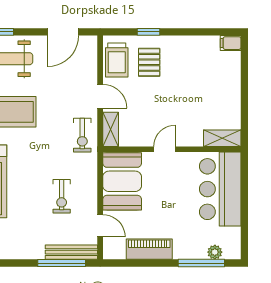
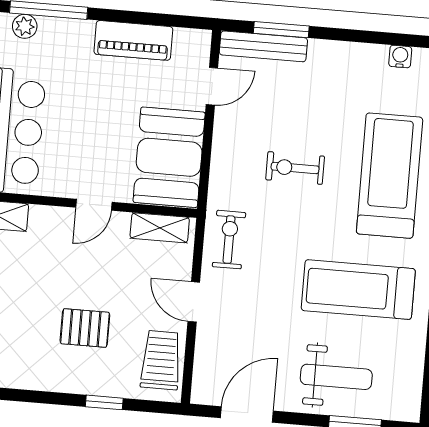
pallet: (149, 62) -> (85, 328), moved, turned 90
shelving: (111, 129) -> (160, 228), moved, turned 90
exercise bike: (62, 196) -> (295, 168), moved, turned -90
door: (100, 226) -> (212, 86), swing flipped
window: (62, 263) -> (281, 30), width x0.69

